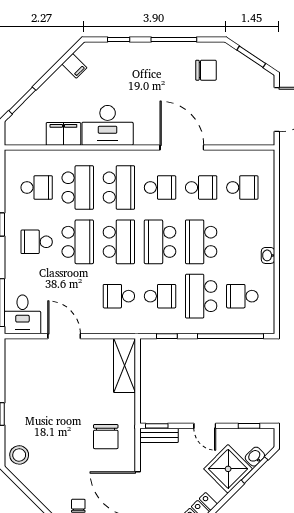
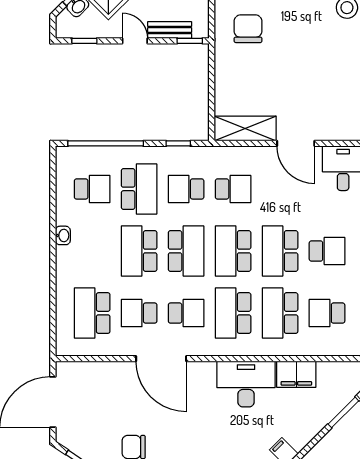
school desk: (160, 187) -> (186, 313), turned 180
school desk: (242, 187) -> (92, 313), width x1.85
school desk: (201, 242) -> (139, 251), turned 180
shelving: (125, 365) -> (245, 128), moved, turned 90
bench: (159, 435) -> (170, 30), moved

